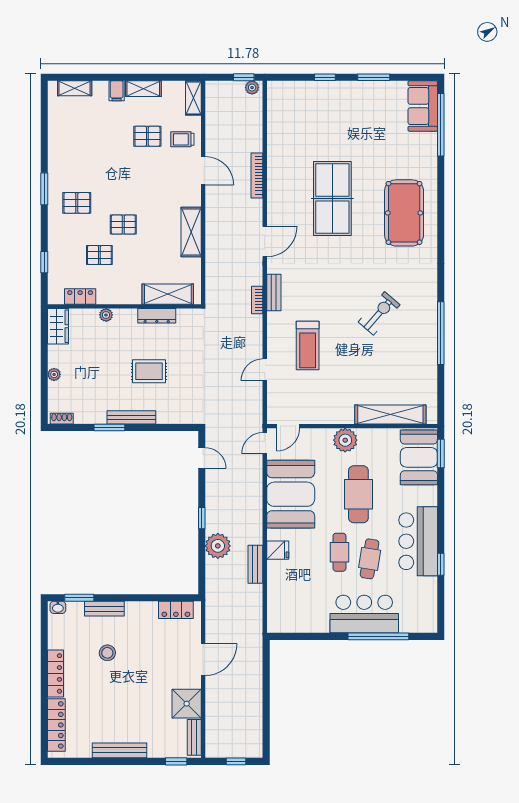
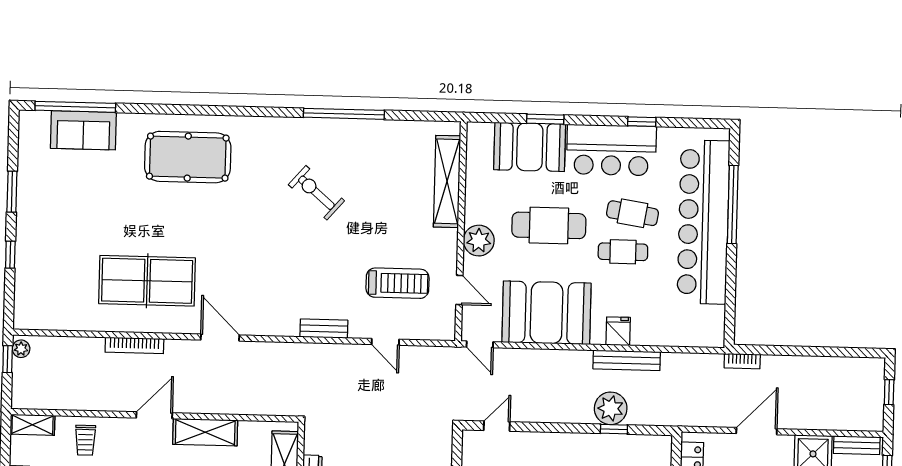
sofa: (423, 106) -> (83, 130), moved
door: (203, 171) -> (154, 415), moved
table tennis table: (332, 199) -> (147, 281), moved
bench: (274, 292) -> (324, 329), moved
bookcase: (257, 300) -> (742, 361), moved
treadmill: (308, 346) -> (397, 283), moved
door: (288, 426) -> (459, 290), moved
window: (441, 454) -> (545, 119), moved
booth: (419, 457) -> (530, 147), moved
window: (202, 518) -> (614, 429), moved
bench: (255, 564) -> (627, 360), width x1.36
bar counter: (364, 614) -> (703, 222), width x1.86
door: (203, 659) -> (757, 431), hinge flipped

